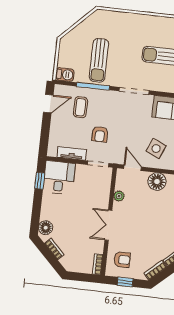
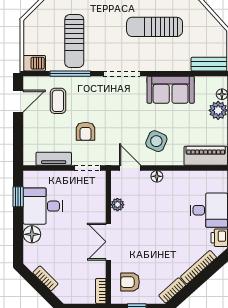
desk: (59, 178) -> (43, 206), moved, turned -90
floor lamp: (157, 181) -> (157, 176), width x0.53, depth x0.53
floor lamp: (46, 228) -> (32, 234), moved
armchair: (122, 260) -> (130, 282), turned 180

